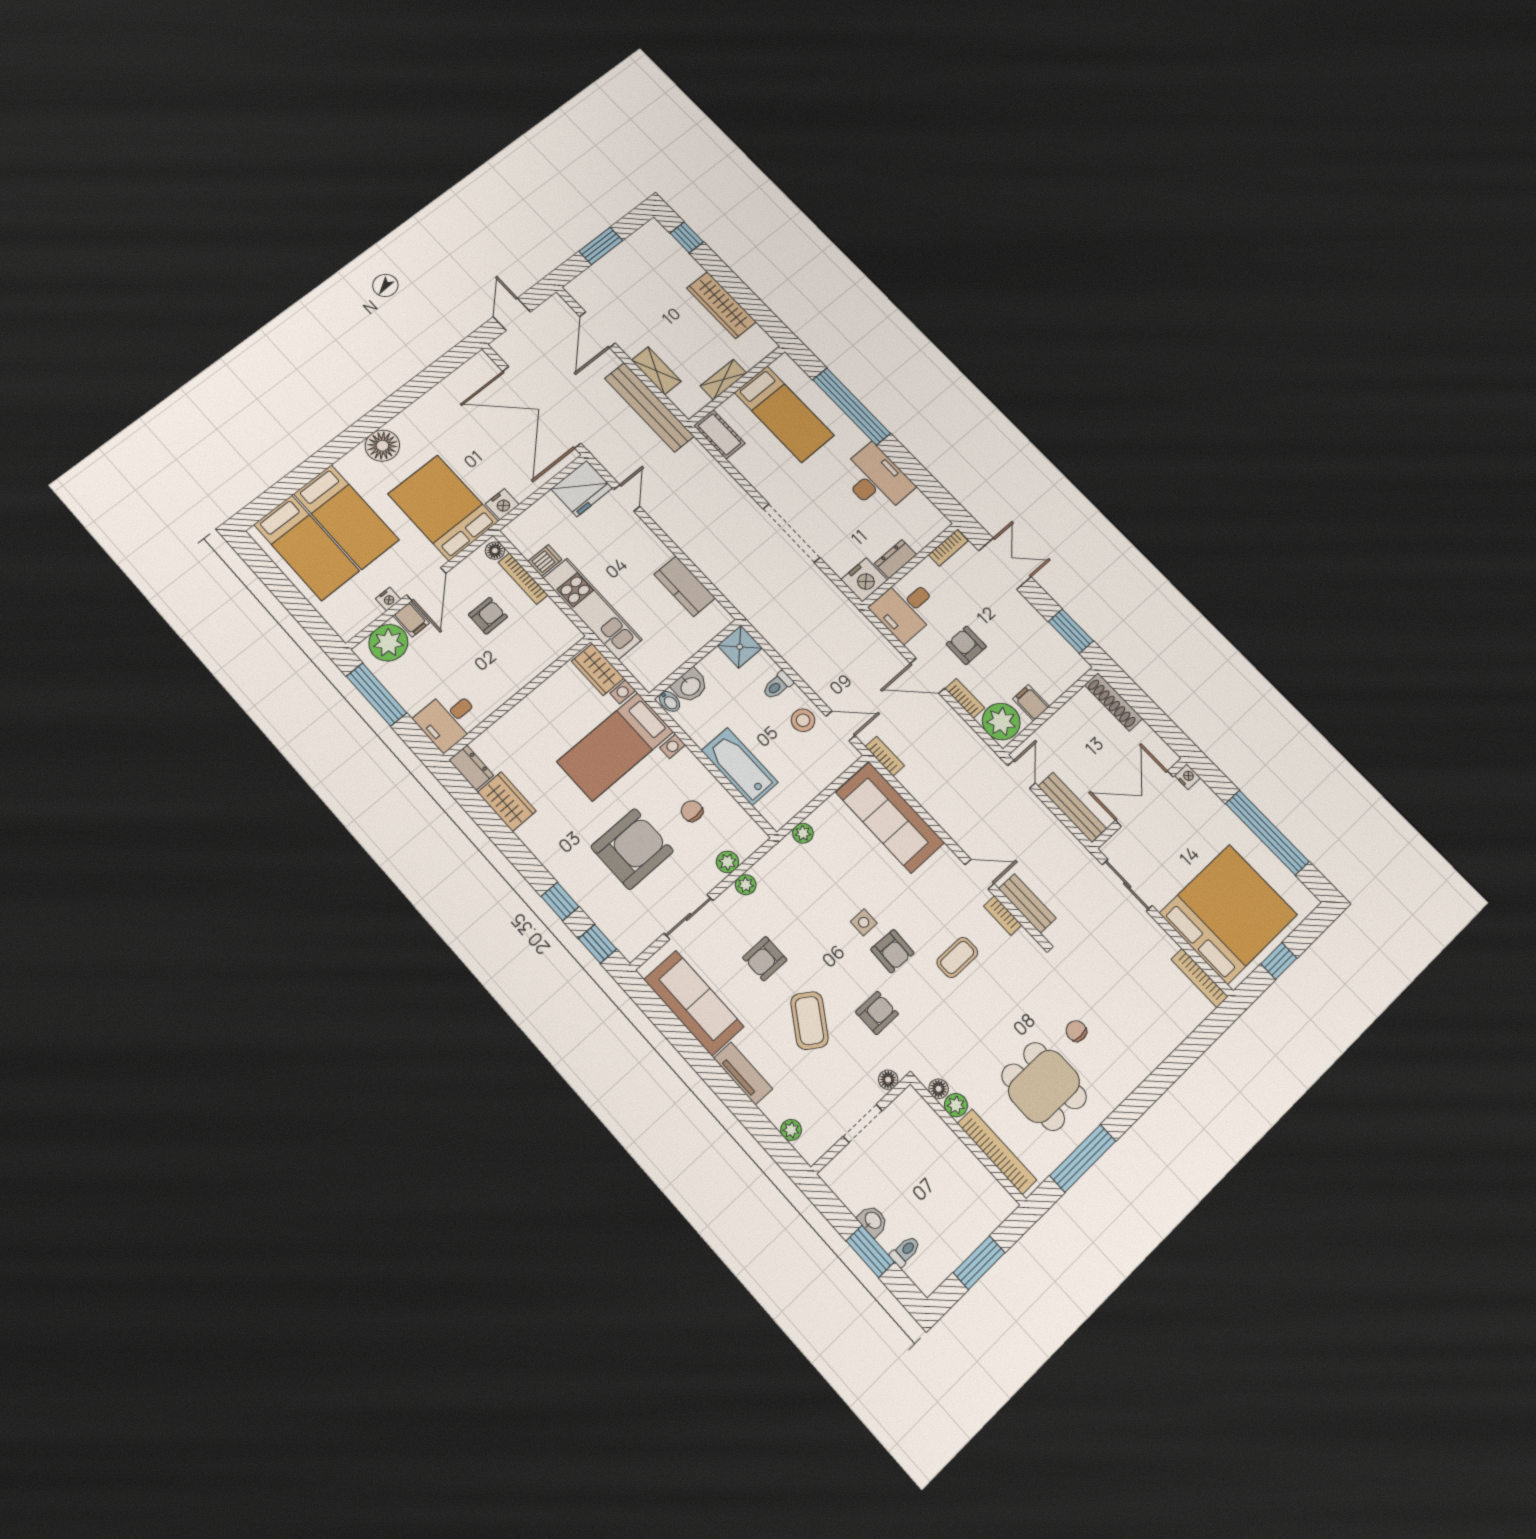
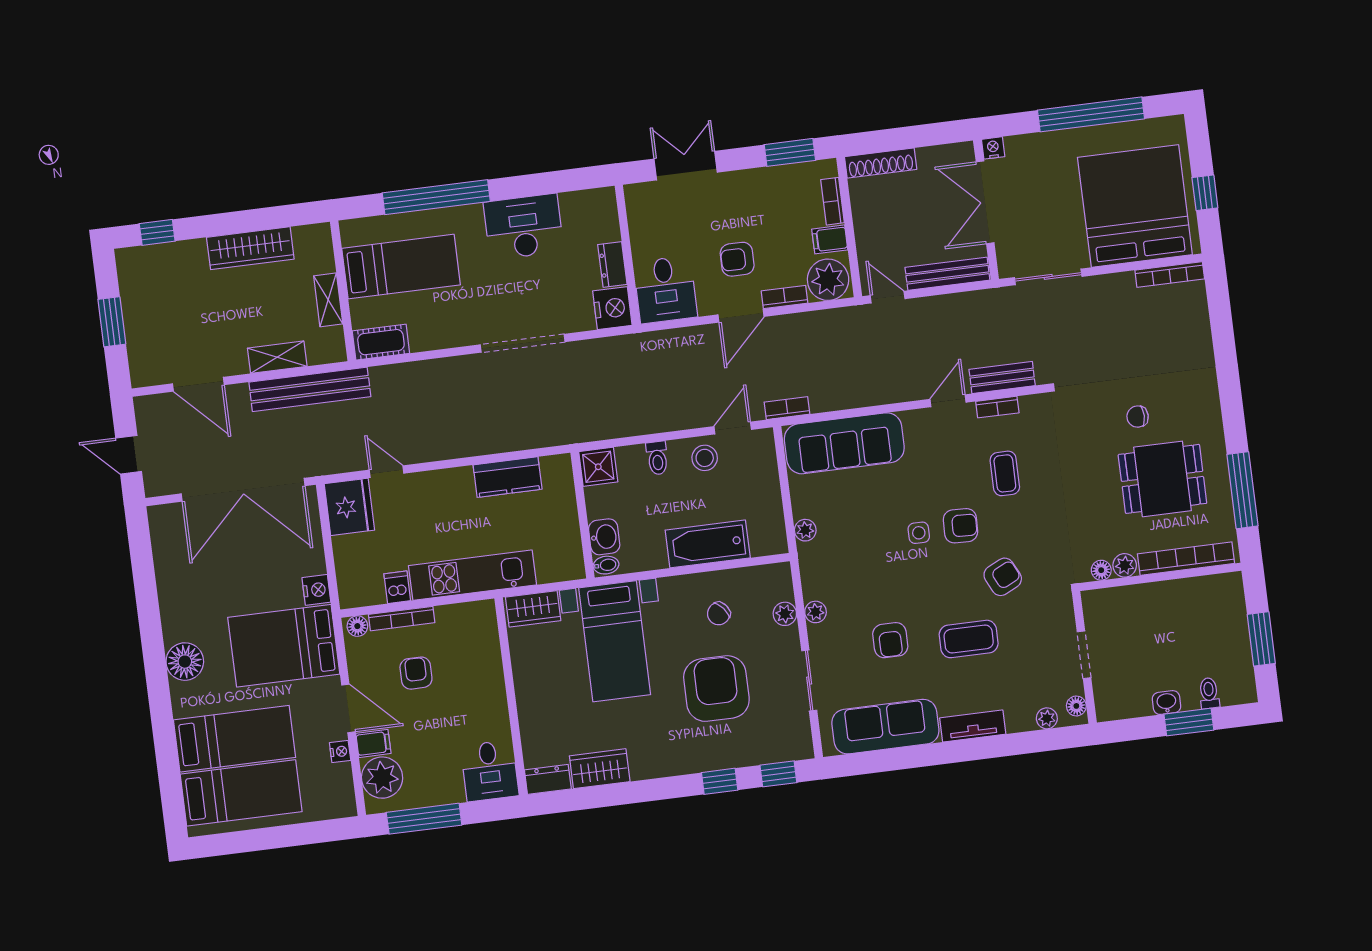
bookcase: (948, 548) -> (833, 201), moved, turned 180
chair: (692, 811) -> (719, 614), turned -39
armchair: (877, 1013) -> (1003, 577), turned 64
coffee table: (809, 1021) -> (969, 639), turned -34
floor lamp: (888, 1080) -> (1076, 706), moved

